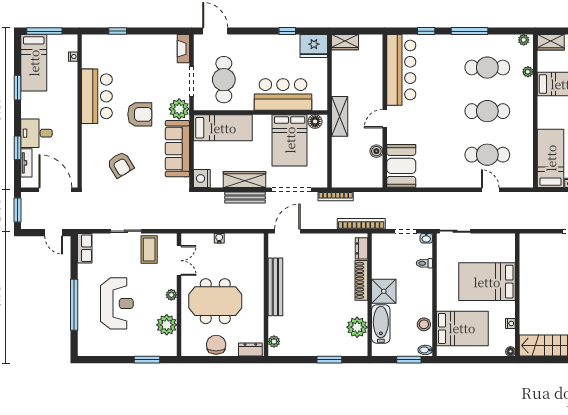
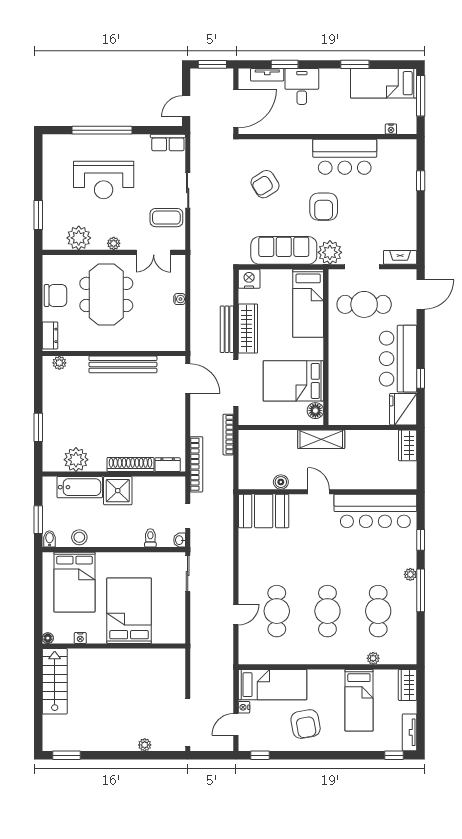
plant: (524, 40) -> (410, 574), moved
bar counter: (283, 94) -> (398, 359), moved, turned 180

